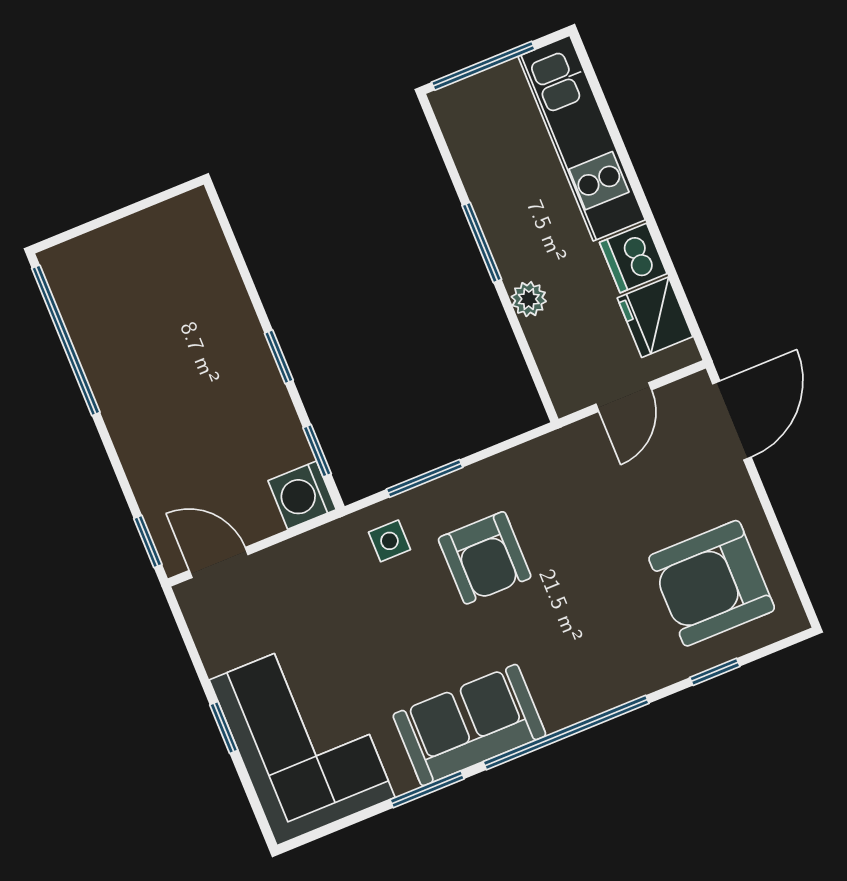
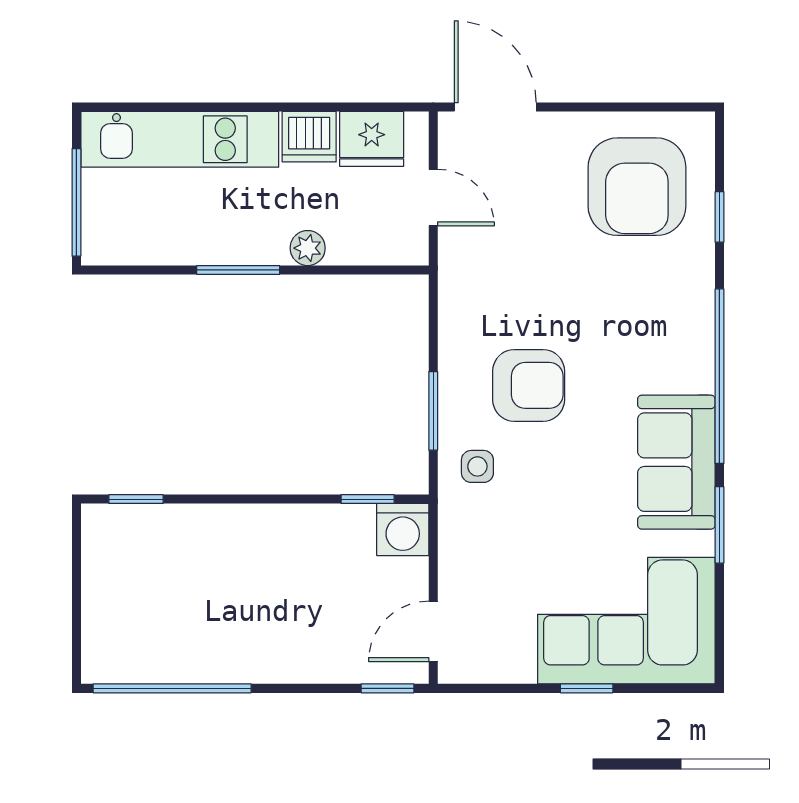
window: (279, 357) -> (136, 499), moved

